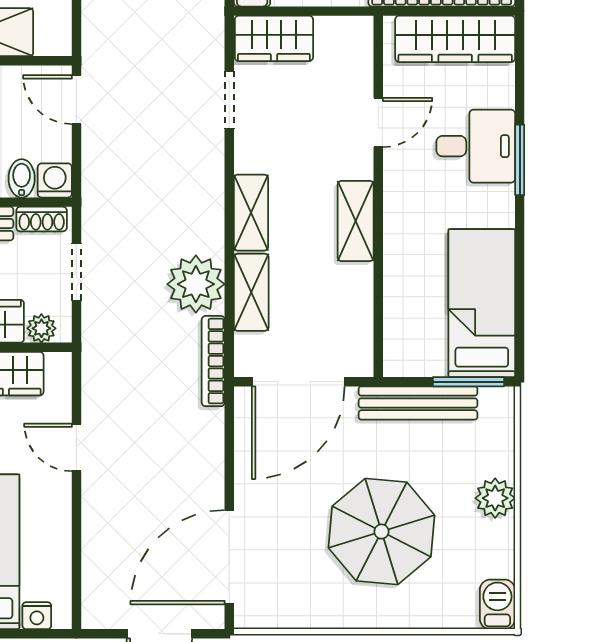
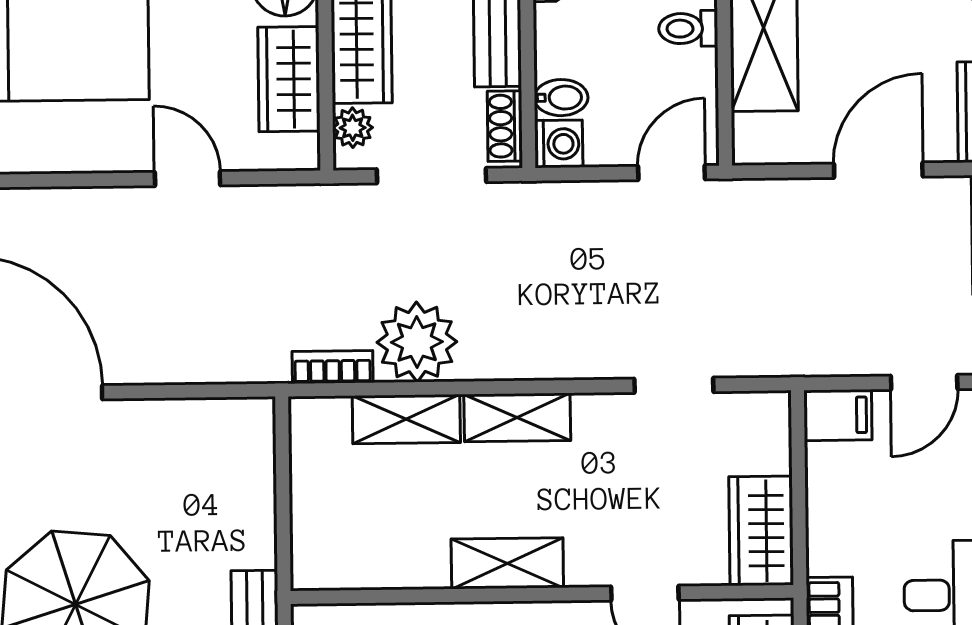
wardrobe: (274, 38) -> (761, 531), moved
doorway: (76, 272) -> (432, 176), width x1.38
bookcase: (213, 361) -> (333, 367), width x0.64
door: (298, 382) -> (283, 486), removed
door: (76, 447) -> (188, 179), hinge flipped

